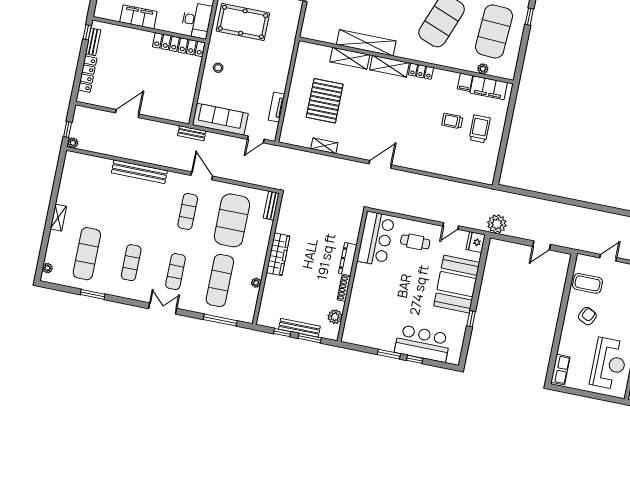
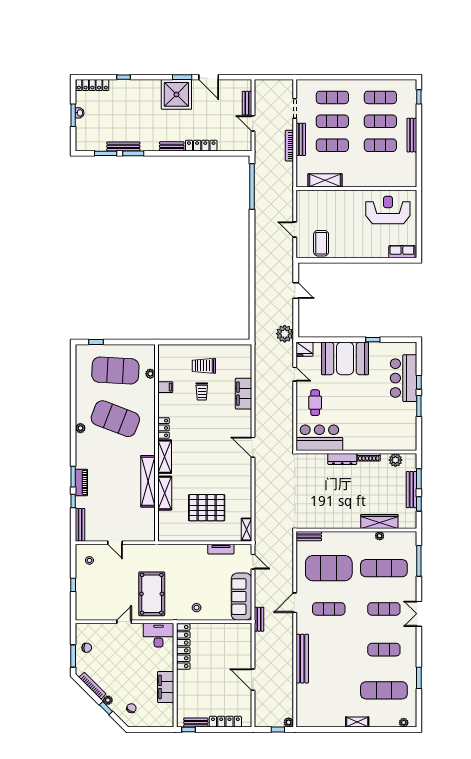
filing cabinet: (489, 88) -> (244, 394), moved, turned 180
shelving: (324, 146) -> (246, 529), moved
wardrobe: (278, 254) -> (379, 521), moved
armchair: (587, 316) -> (350, 237), removed

